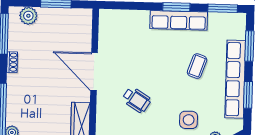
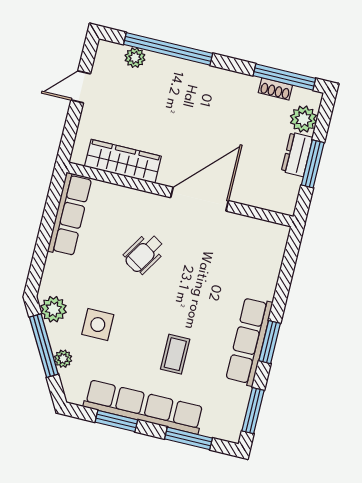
dresser: (52, 15) -> (297, 154), added
shoe rack: (12, 62) -> (275, 89), moved
coffee table: (197, 66) -> (175, 354), turned 71

